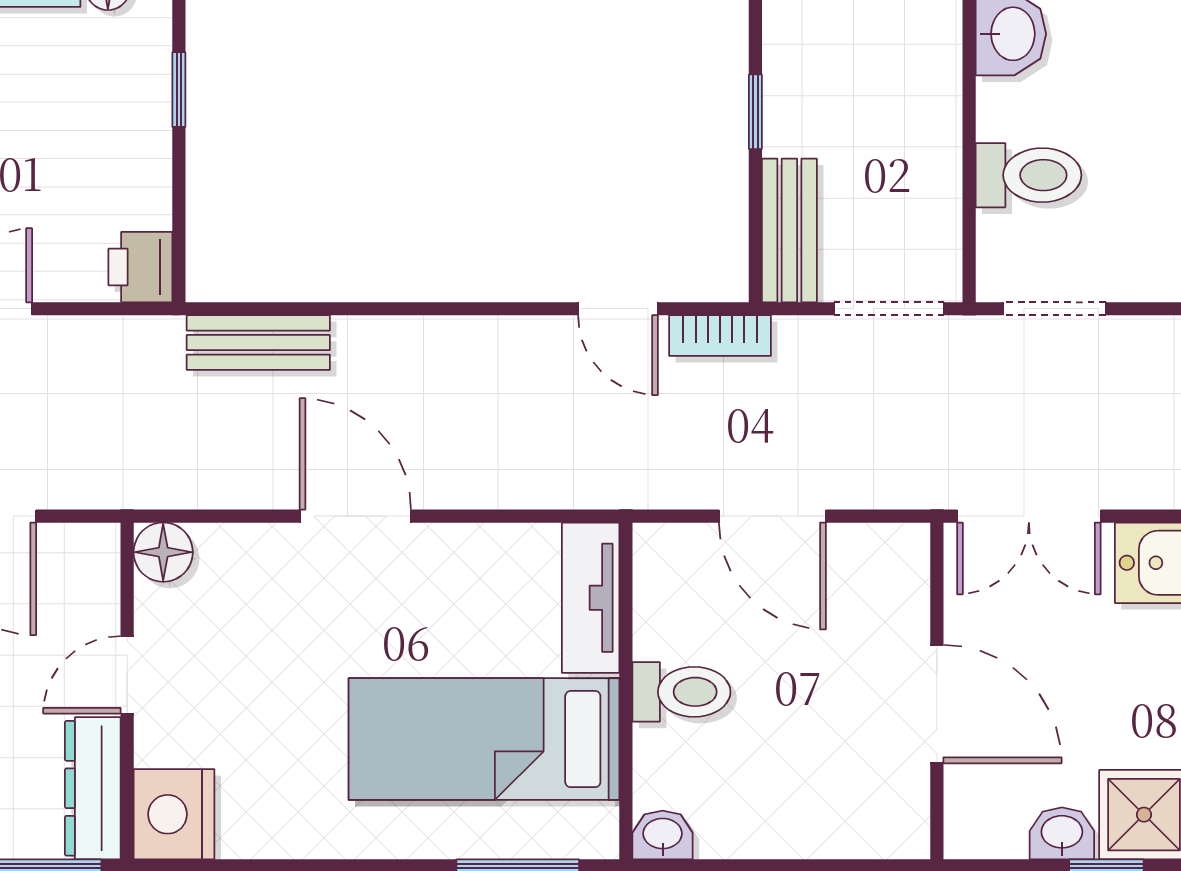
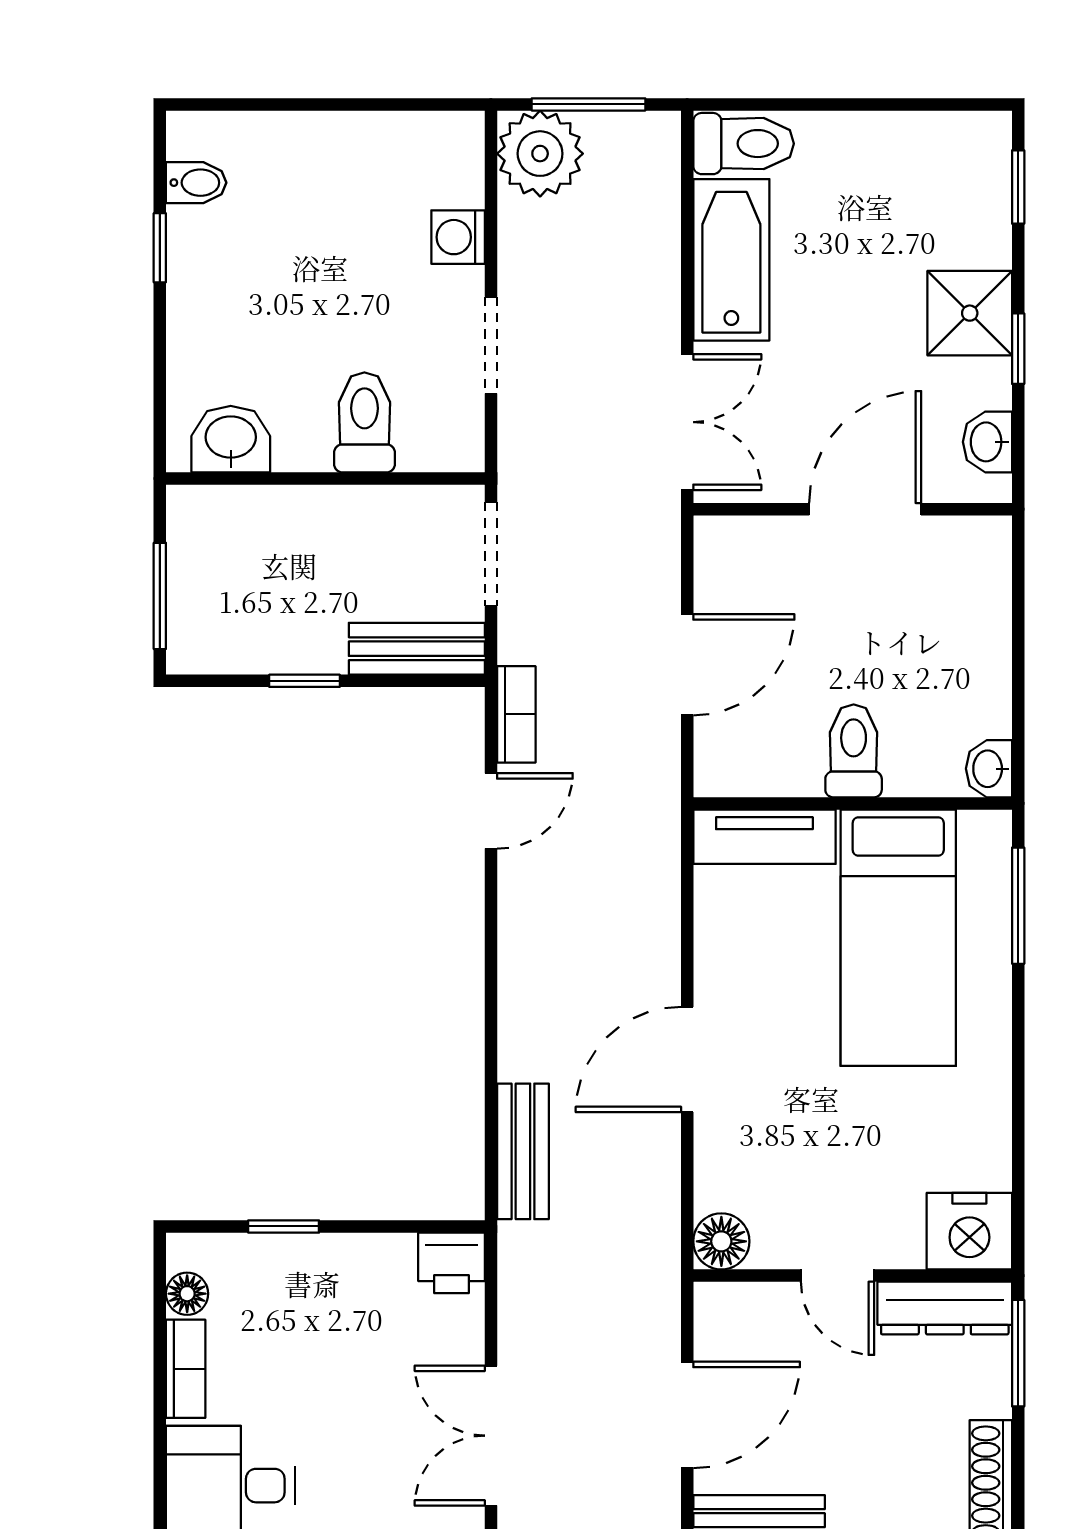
doorway: (1055, 309) -> (491, 345), moved
washbasin: (1062, 833) -> (988, 442), moved

